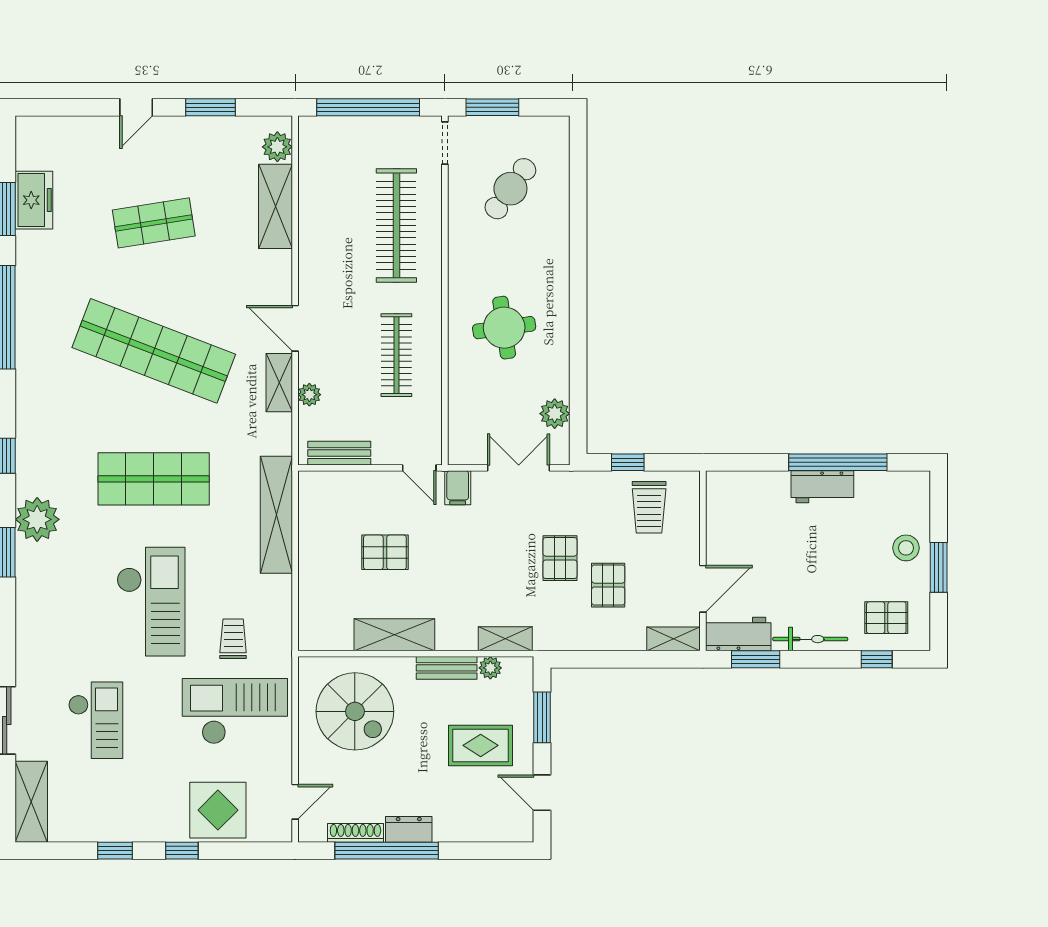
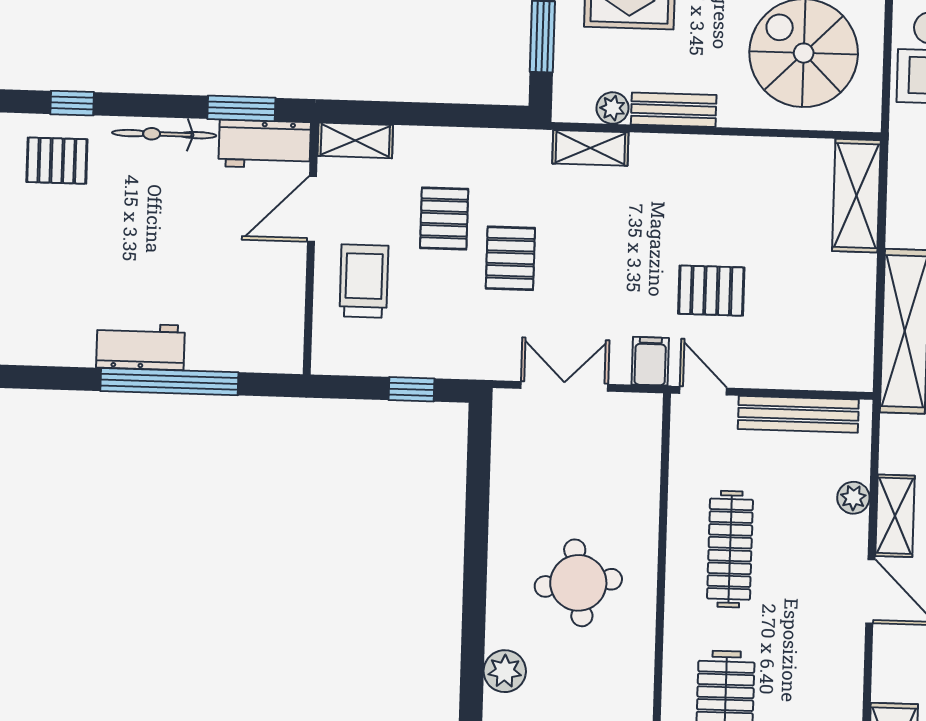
plant: (555, 414) -> (505, 671), moved
bench: (339, 453) -> (798, 414), width x1.36
window: (838, 462) -> (169, 382), moved
double door: (519, 468) -> (564, 386), swing flipped
trolley: (649, 507) -> (364, 281), moved
stool: (906, 548) -> (26, 257), removed
pallet: (385, 552) -> (711, 291), moved
shelving: (394, 635) -> (856, 196), moved, turned 90

